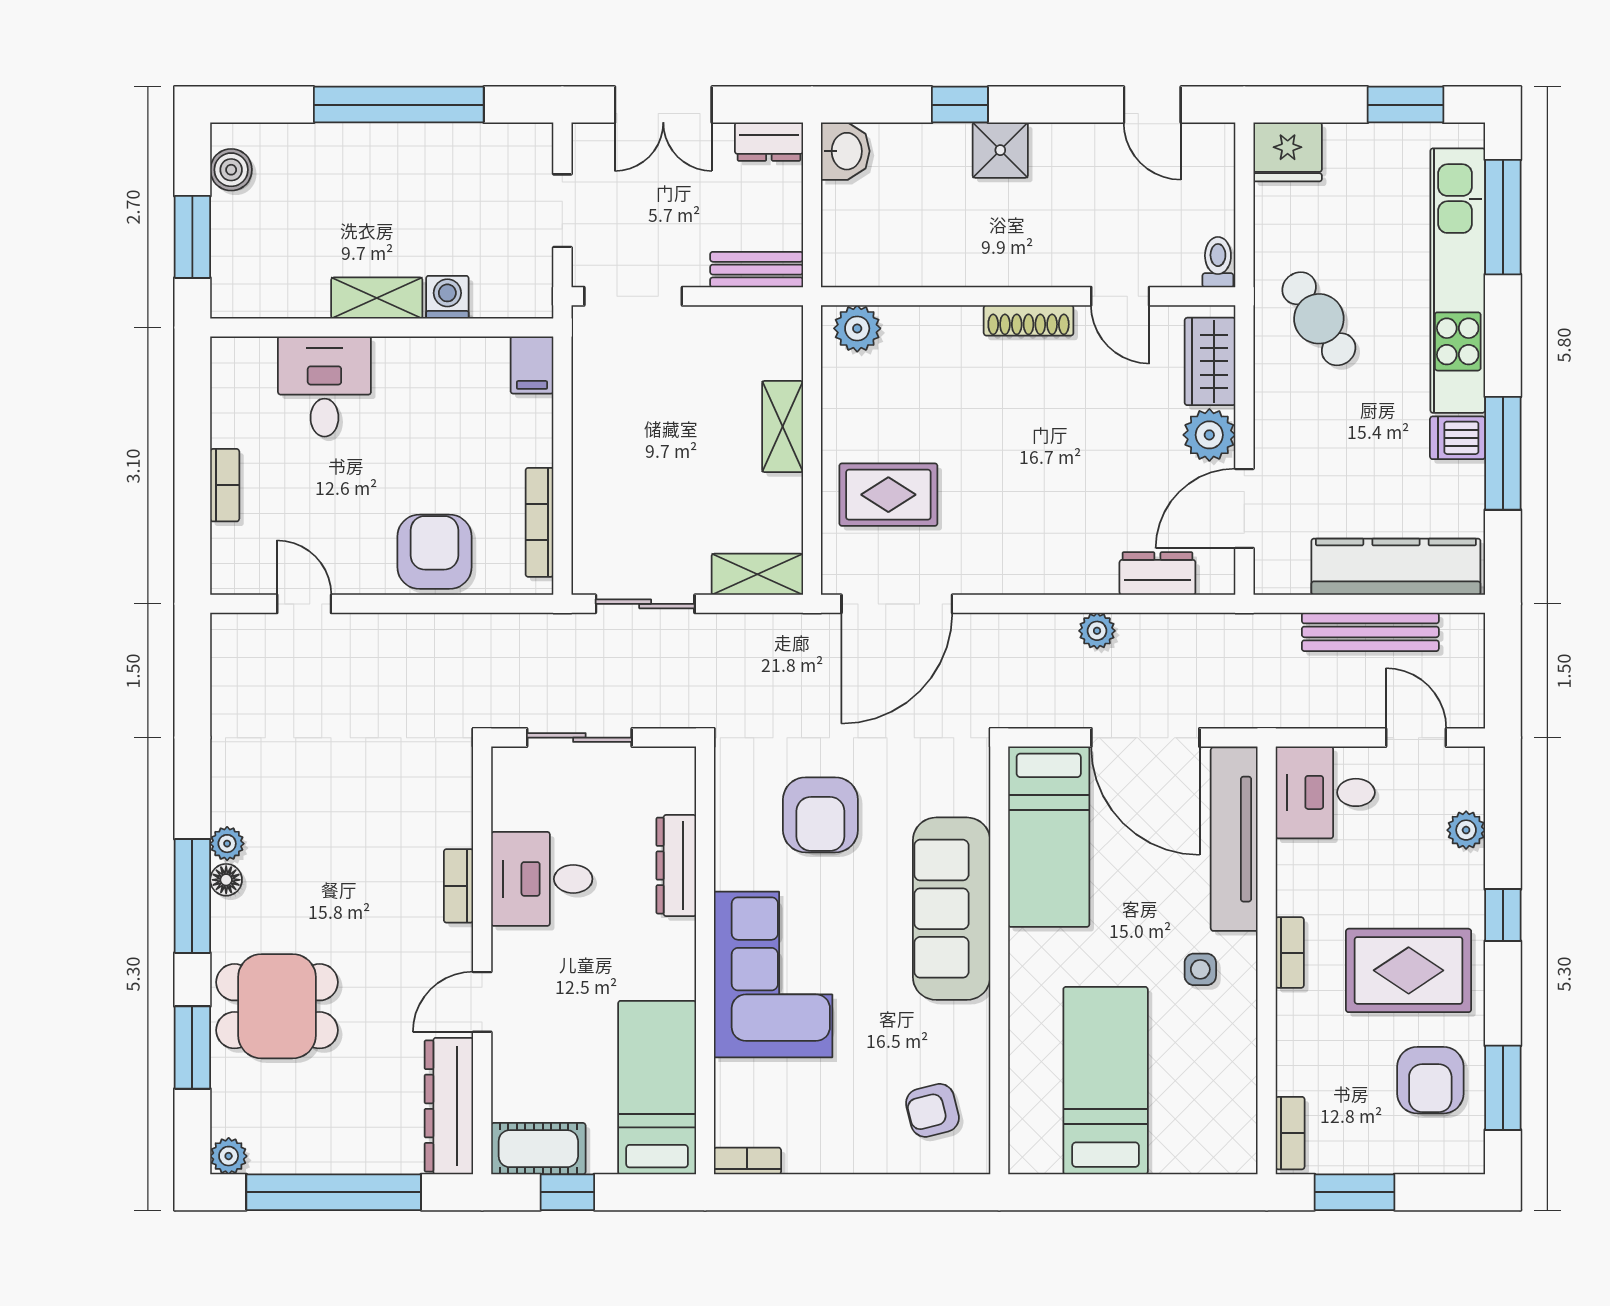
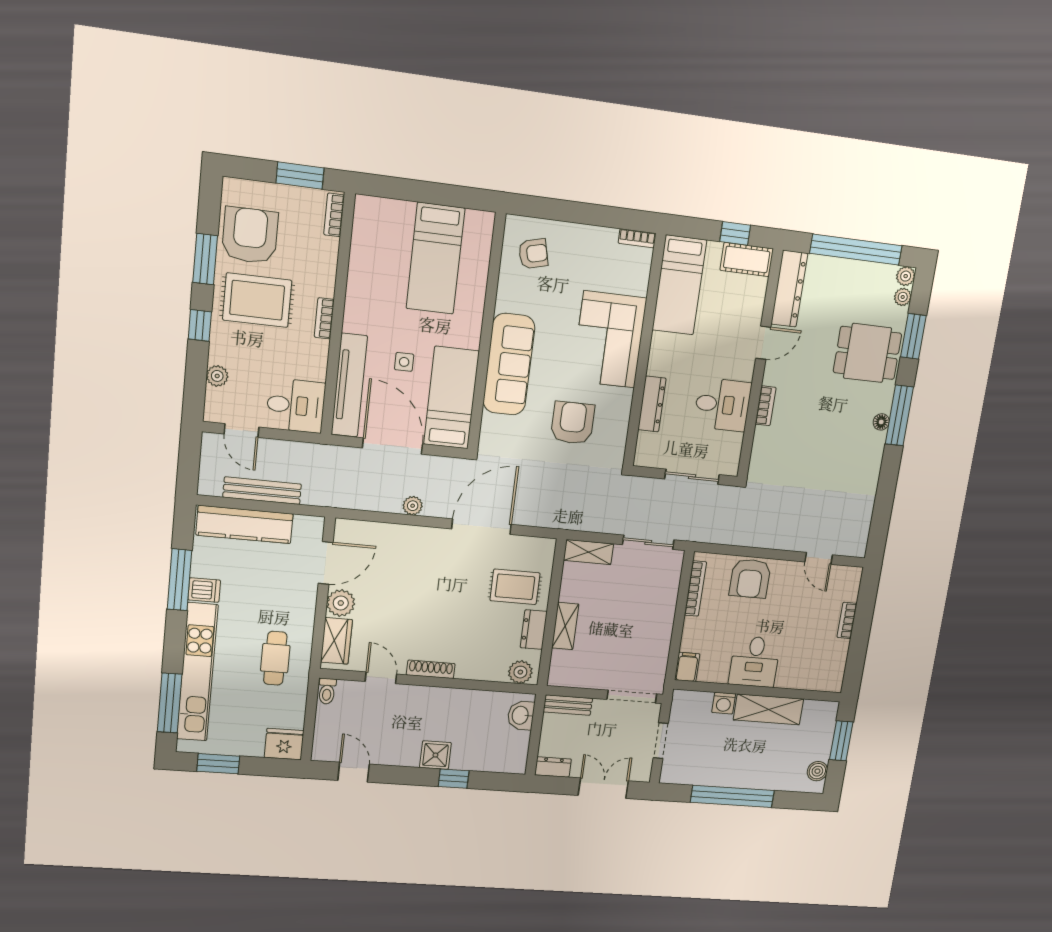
washbasin: (845, 151) -> (521, 715), moved
shelving: (377, 298) -> (769, 709), width x1.50, depth x1.33
cafe table: (1319, 319) -> (275, 658), turned 33
desk: (324, 387) -> (755, 662), moved
dresser: (1157, 574) -> (534, 630), moved, turned 90
door: (897, 604) -> (482, 527), moved
plant: (227, 844) -> (903, 297), moved
side table: (1200, 969) -> (404, 362), moved
armchair: (1430, 1080) -> (250, 235), width x1.36, depth x1.36
window: (1503, 1088) -> (205, 259), moved

